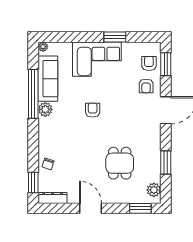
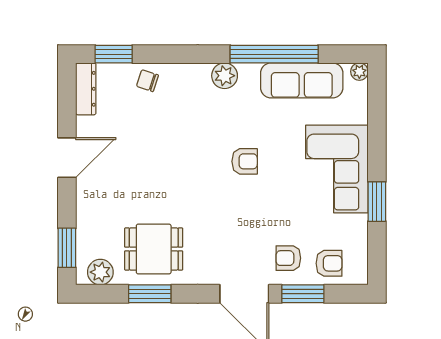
window: (166, 64) -> (303, 294), moved
plant: (45, 109) -> (225, 76), moved
dining table: (120, 163) -> (154, 249), moved

